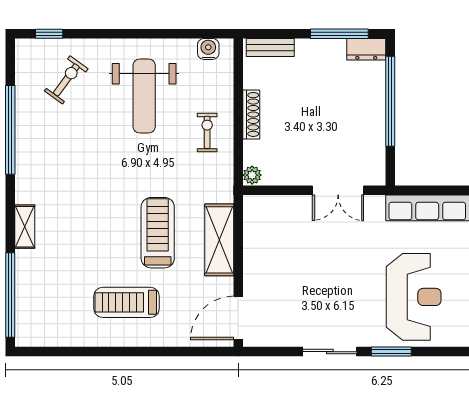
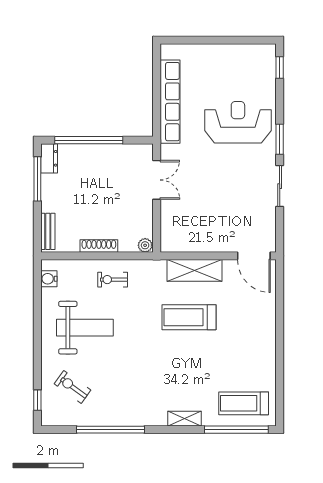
treadmill: (126, 302) -> (244, 403), moved, turned 90

